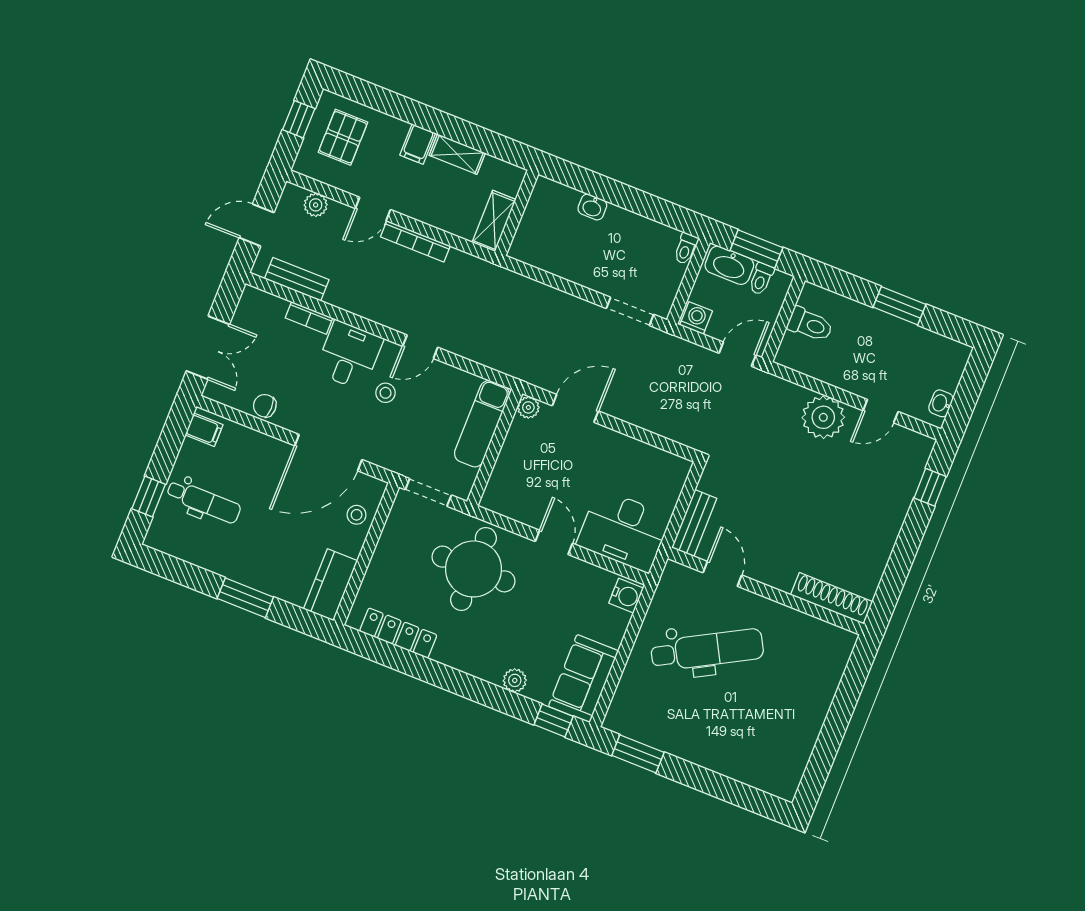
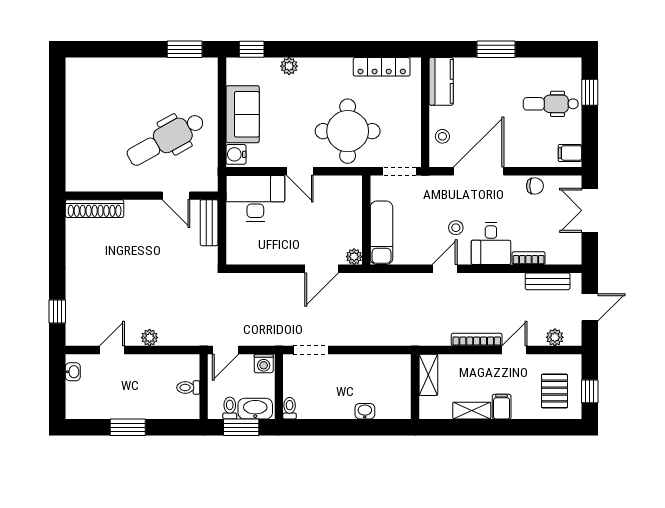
toilet: (810, 324) -> (188, 388), width x0.73, depth x0.72
plant: (823, 417) -> (150, 338), width x0.53, depth x0.53
sofa: (583, 679) -> (243, 114), moved

